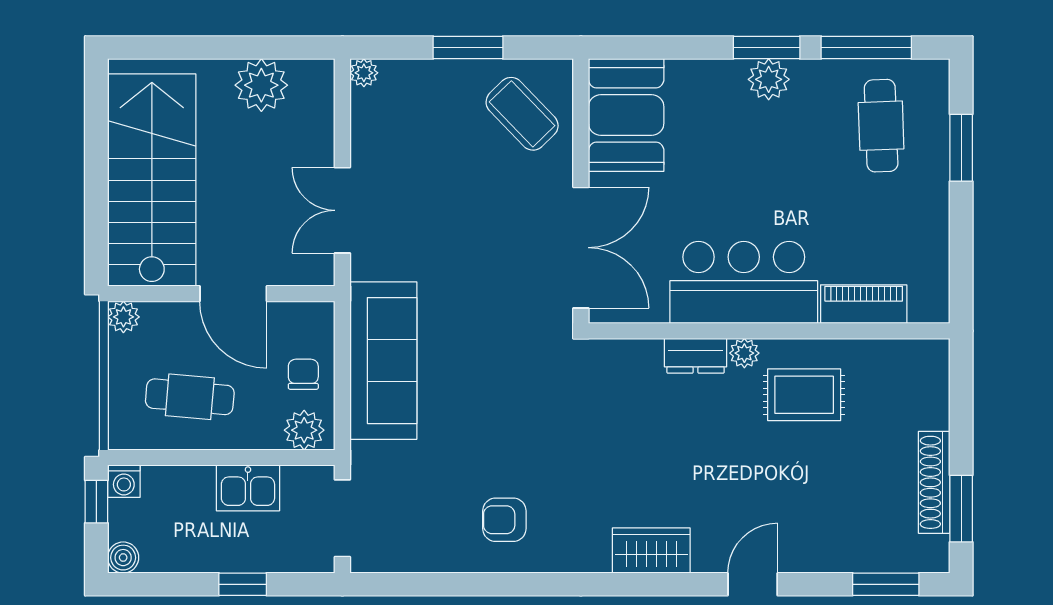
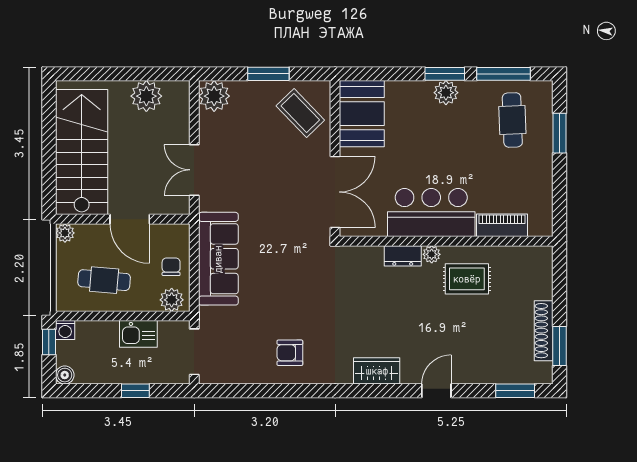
plant: (364, 73) -> (214, 96), width x1.88, depth x1.88

